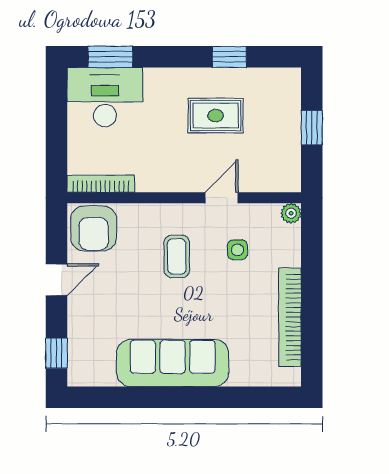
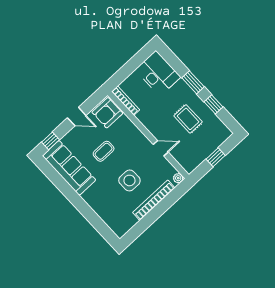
window: (110, 57) -> (193, 82), moved
side table: (237, 250) -> (129, 180), moved, width x1.87, depth x1.87
coffee table: (177, 256) -> (104, 151), moved
bookcase: (290, 317) -> (154, 200), moved
sofa: (173, 363) -> (69, 168), moved

